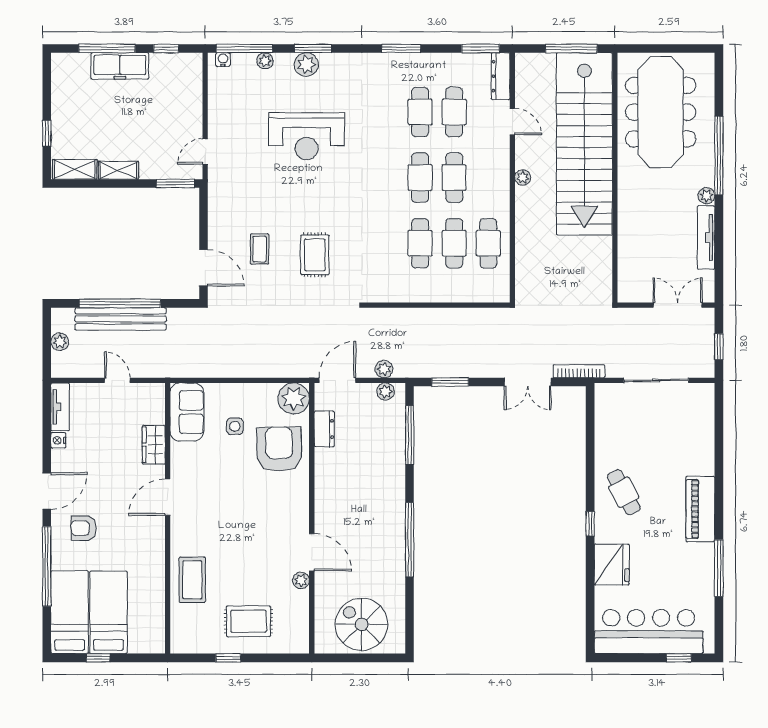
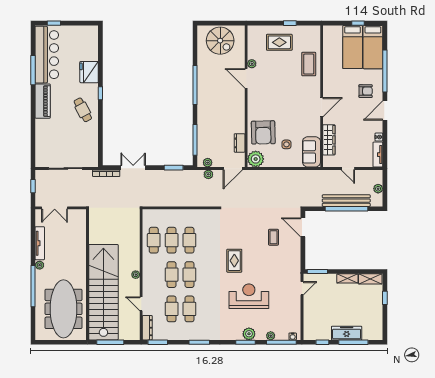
rug: (315, 255) -> (234, 261), moved
wardrobe: (154, 445) -> (329, 140), width x1.50
bar counter: (649, 632) -> (47, 55), moved, turned -90

